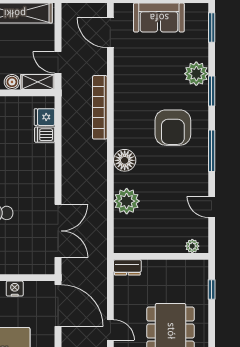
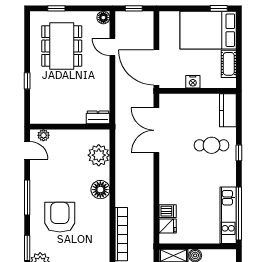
plant: (192, 246) -> (43, 135), moved
wall: (161, 256) -> (70, 127), moved
dresser: (127, 267) -> (98, 117), moved

